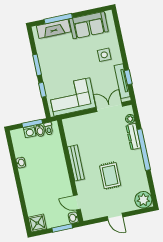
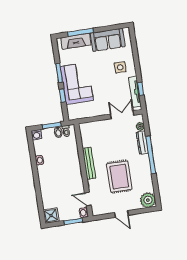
corner sofa: (72, 97) -> (77, 84), moved, turned 90
washing machine: (30, 132) -> (36, 135), moved
rug: (110, 176) -> (119, 177), width x1.36, depth x1.43

